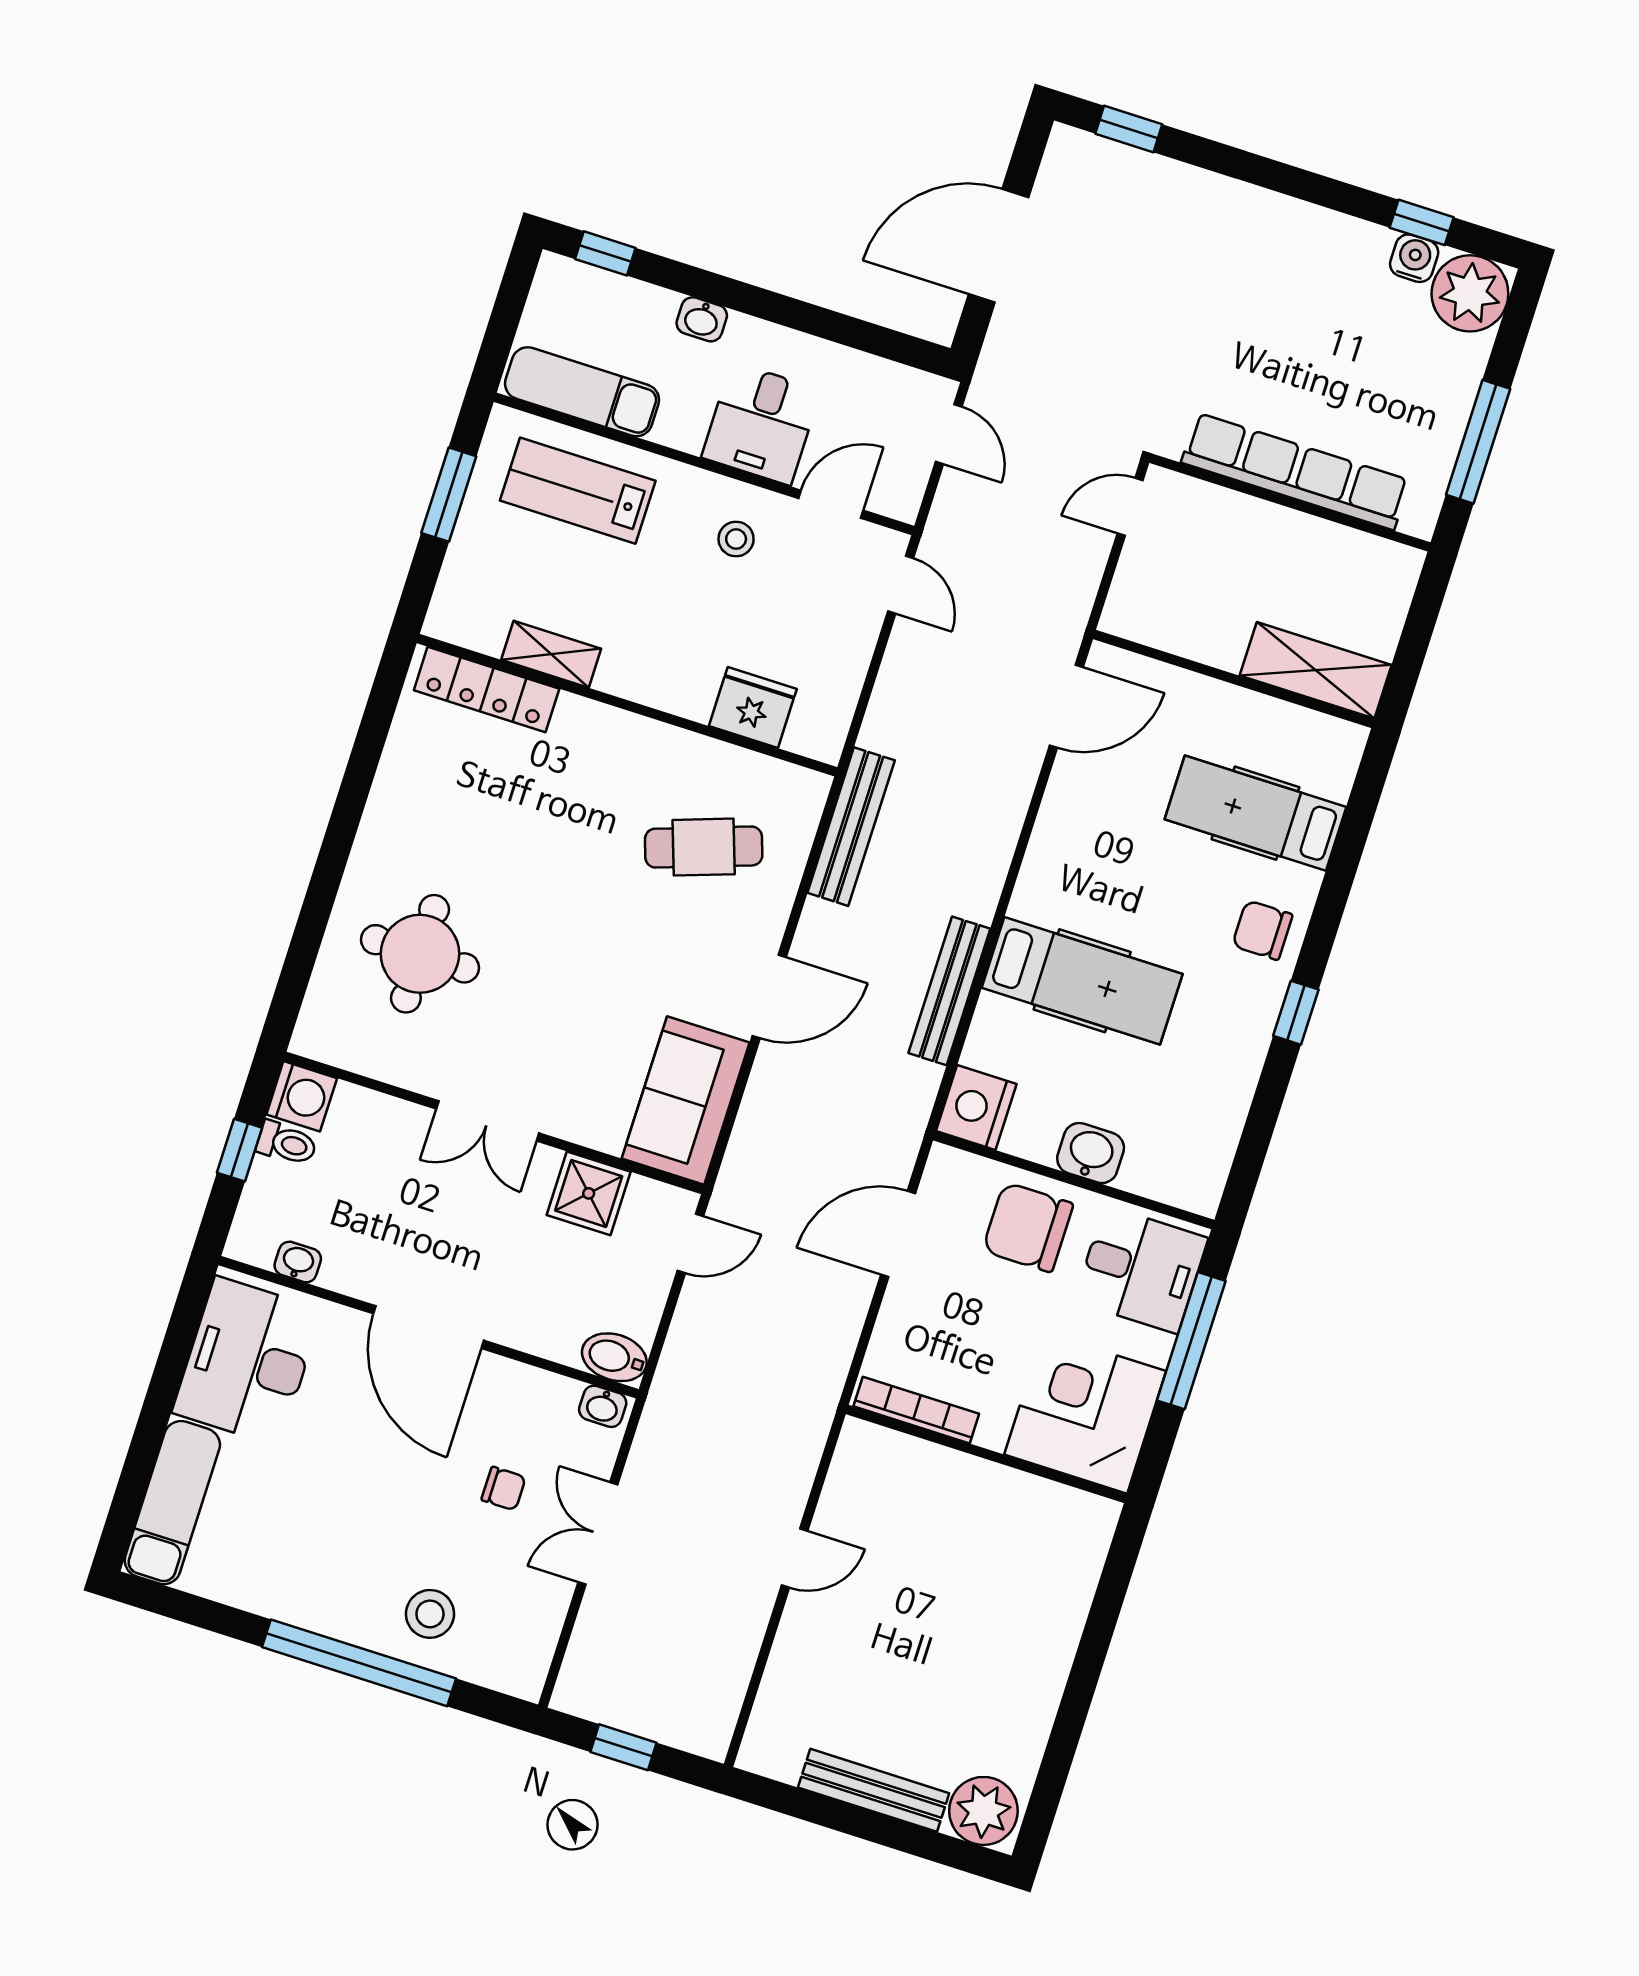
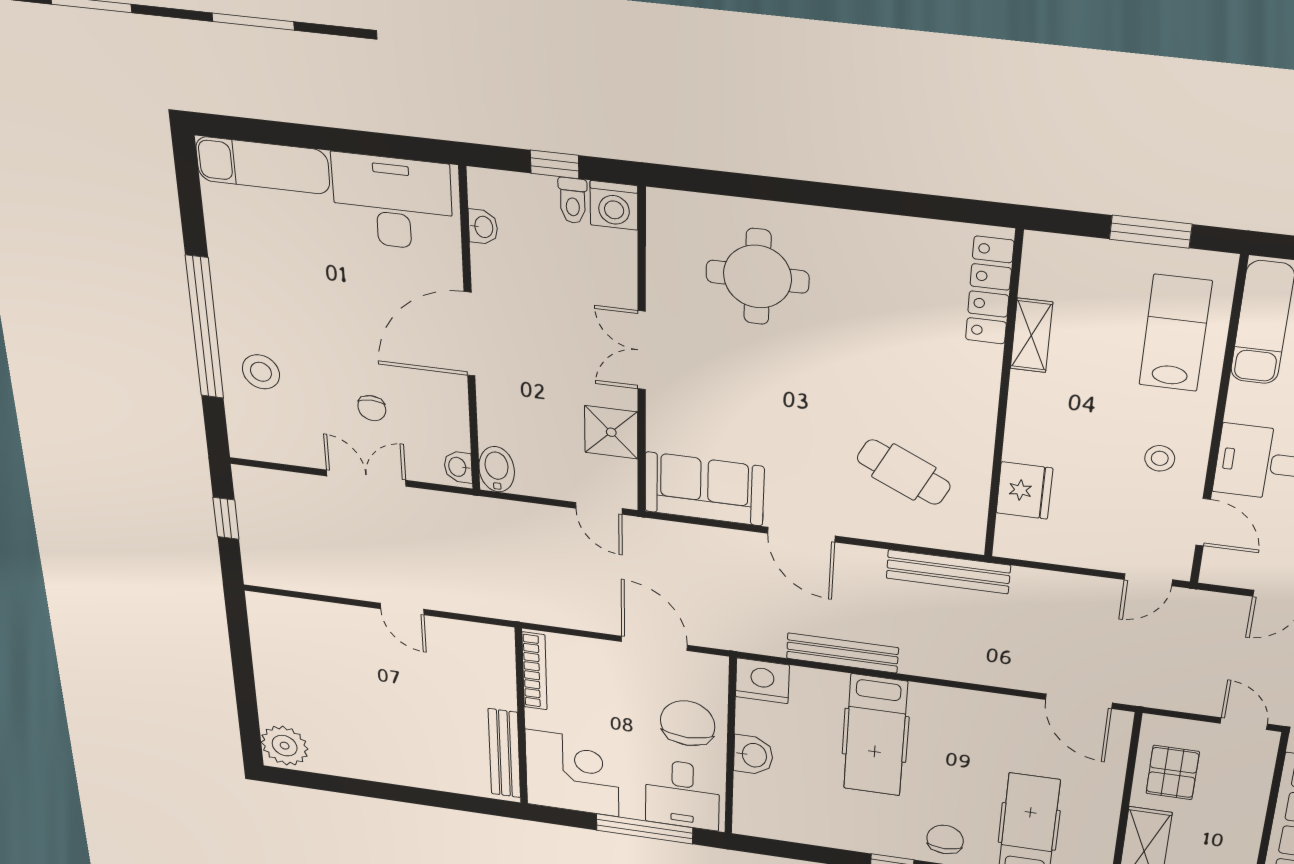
pallet: (1193, 610) -> (1173, 773), added
cafe table: (704, 847) -> (904, 472), turned -45
bench: (874, 1790) -> (504, 753), moved

